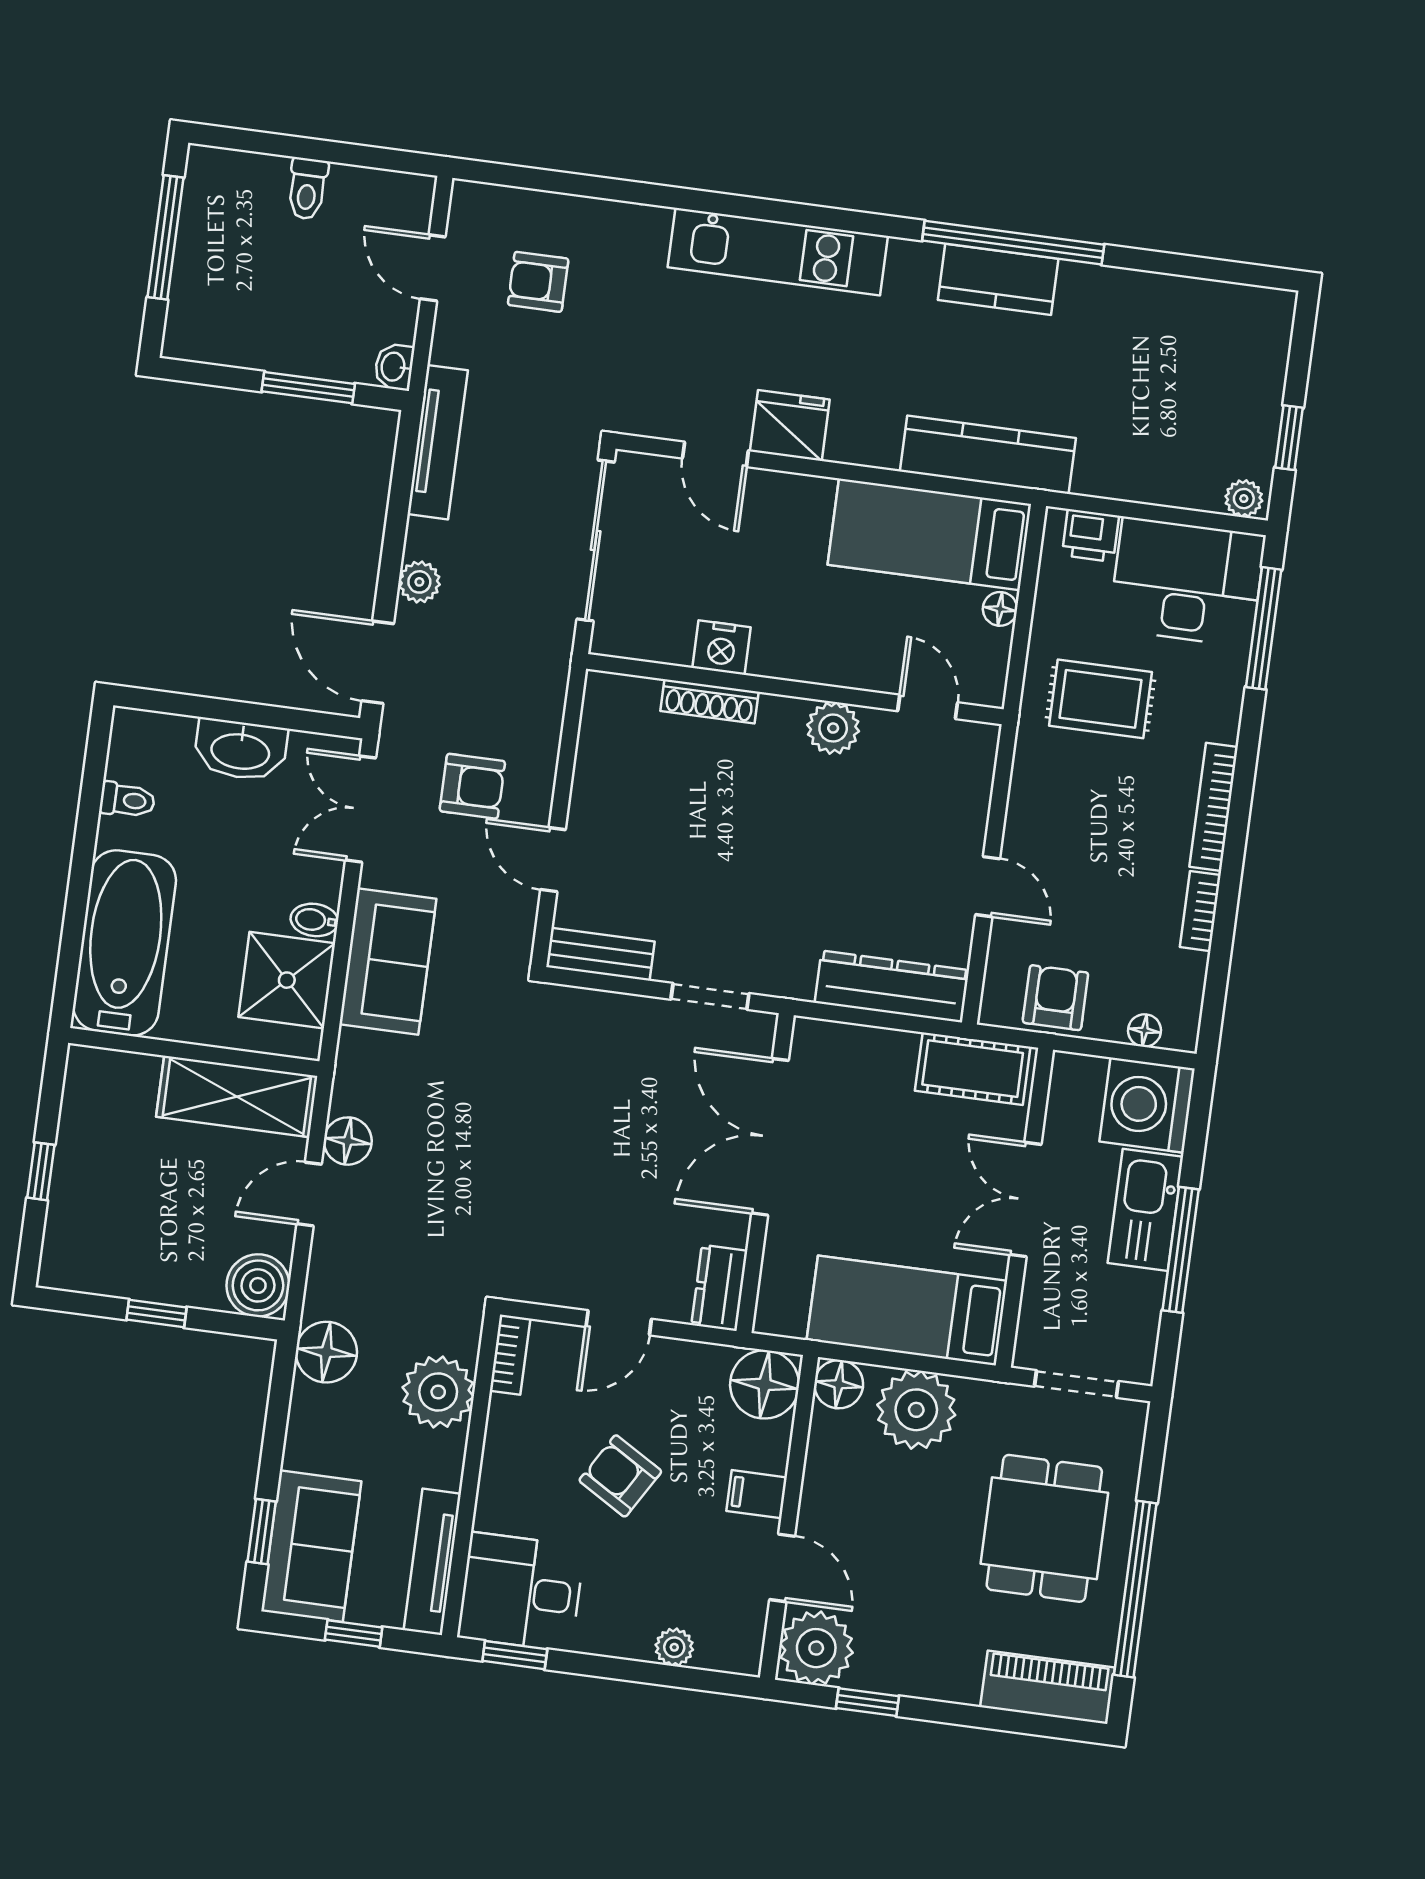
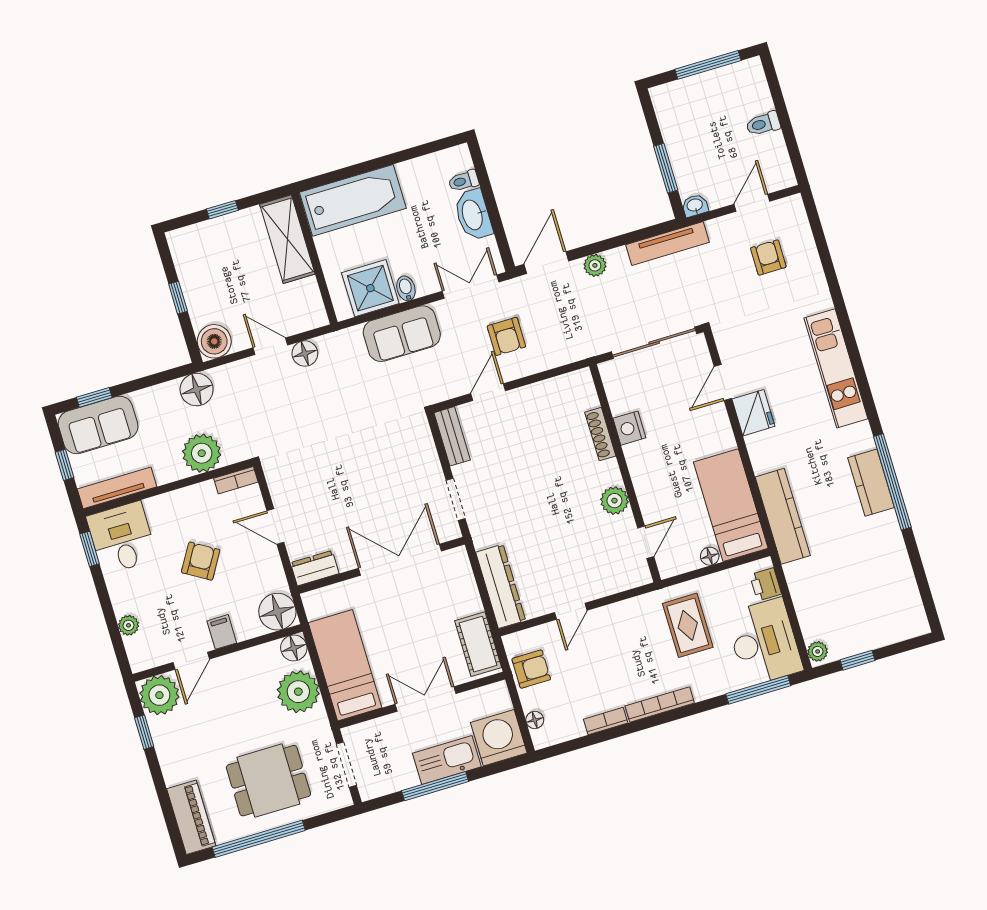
toilet: (127, 800) -> (463, 181), moved, turned 90
shelving: (237, 1096) -> (287, 239), moved

